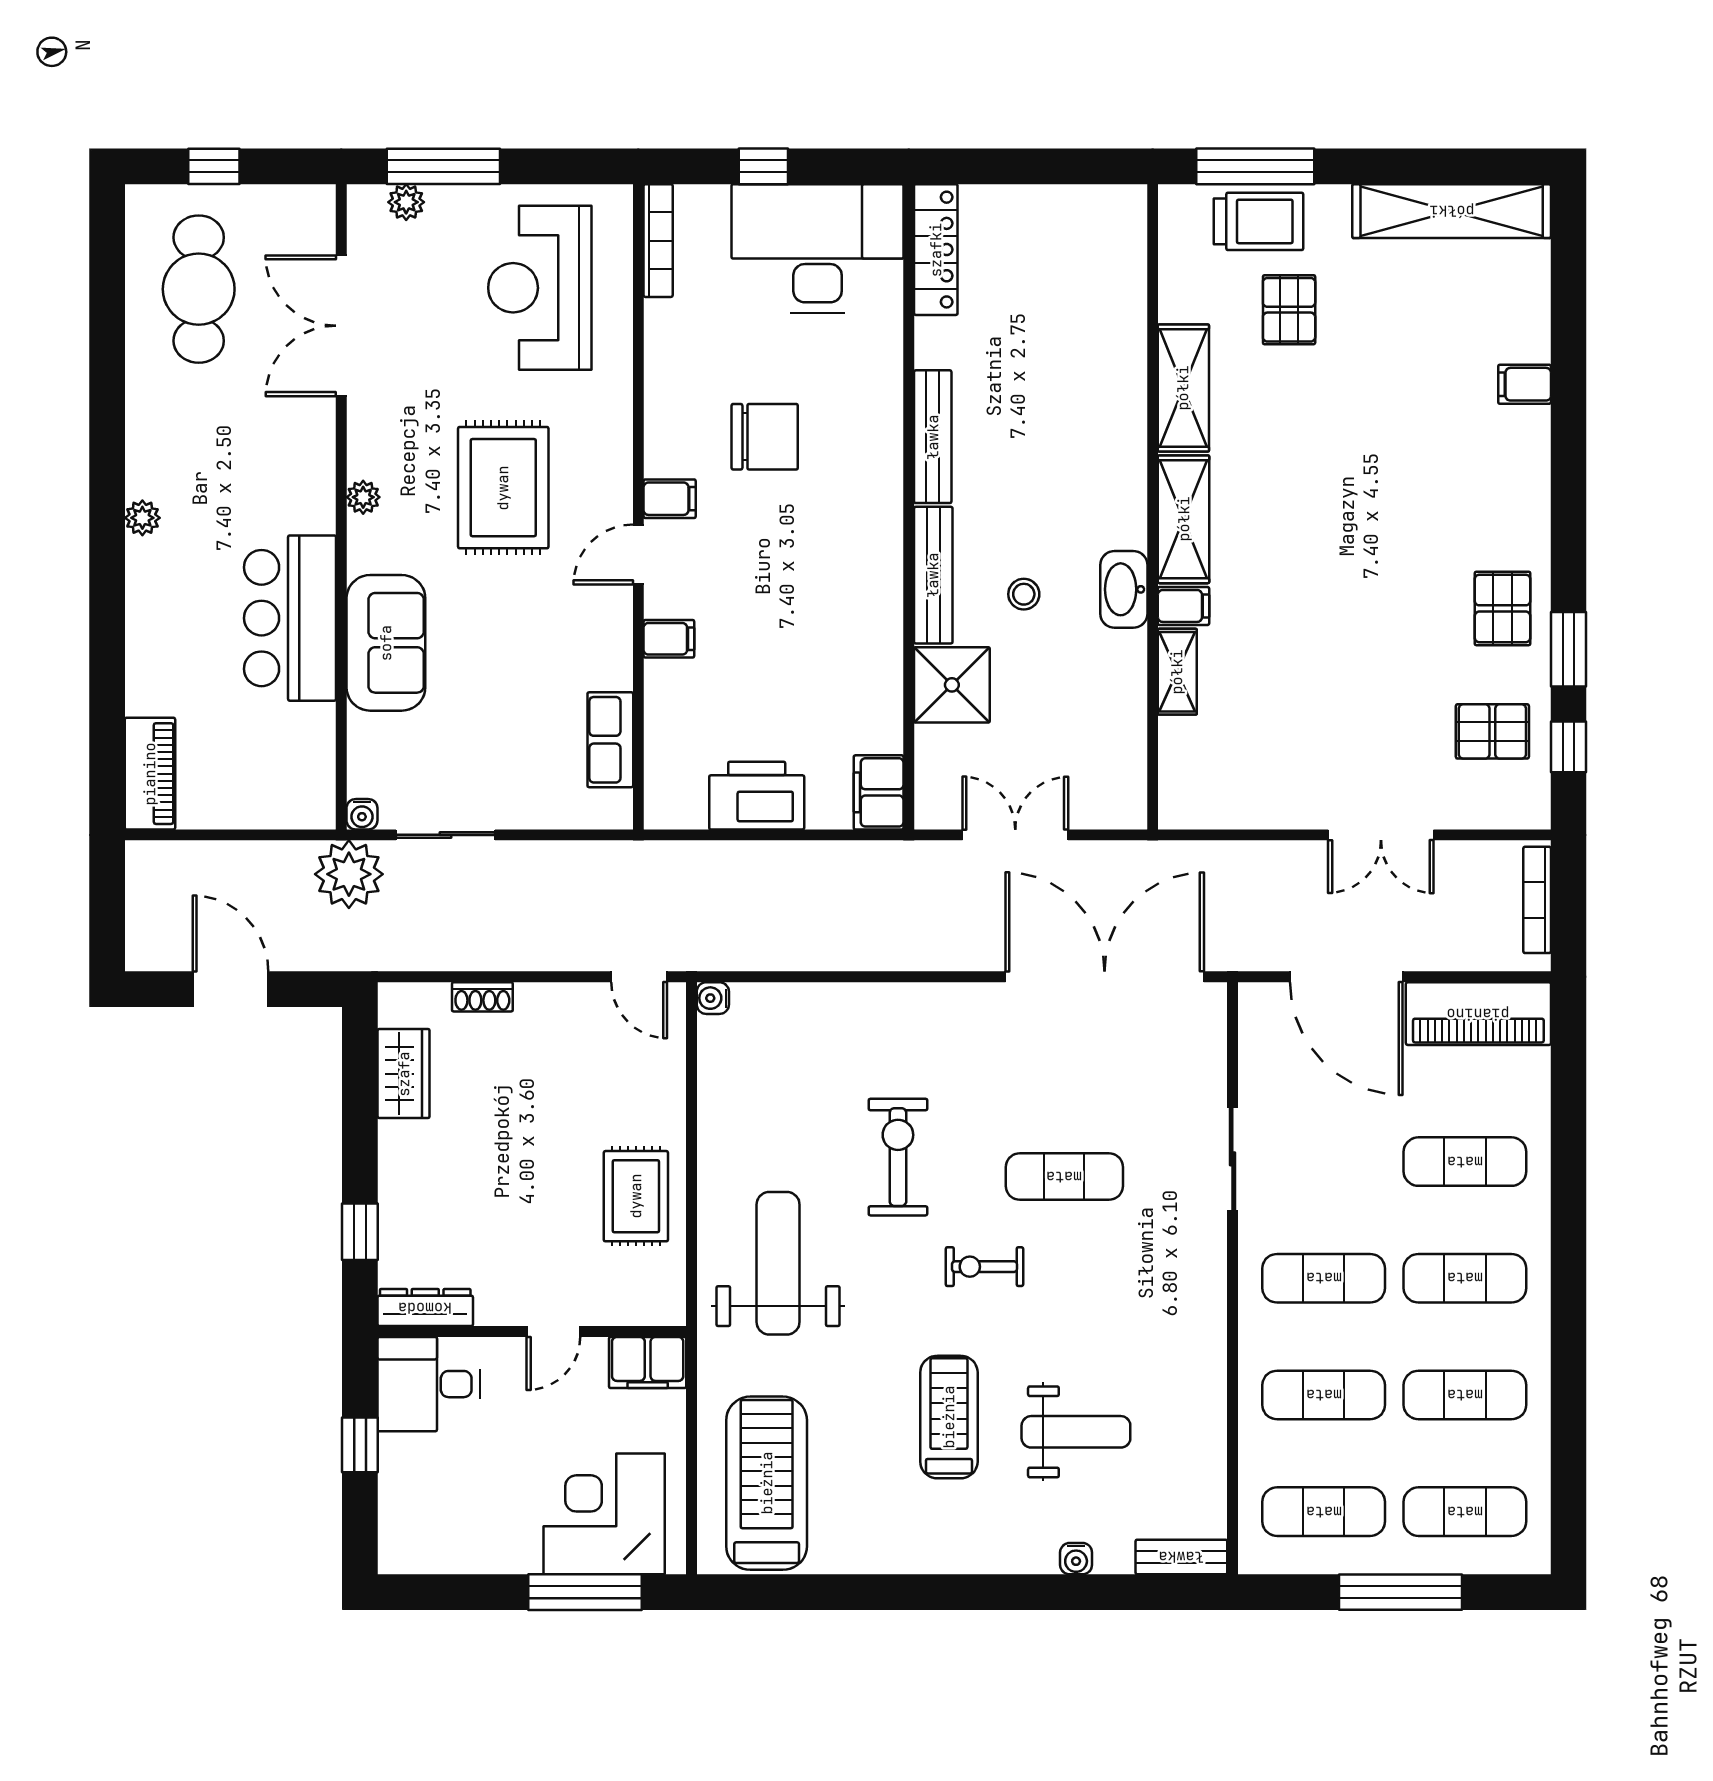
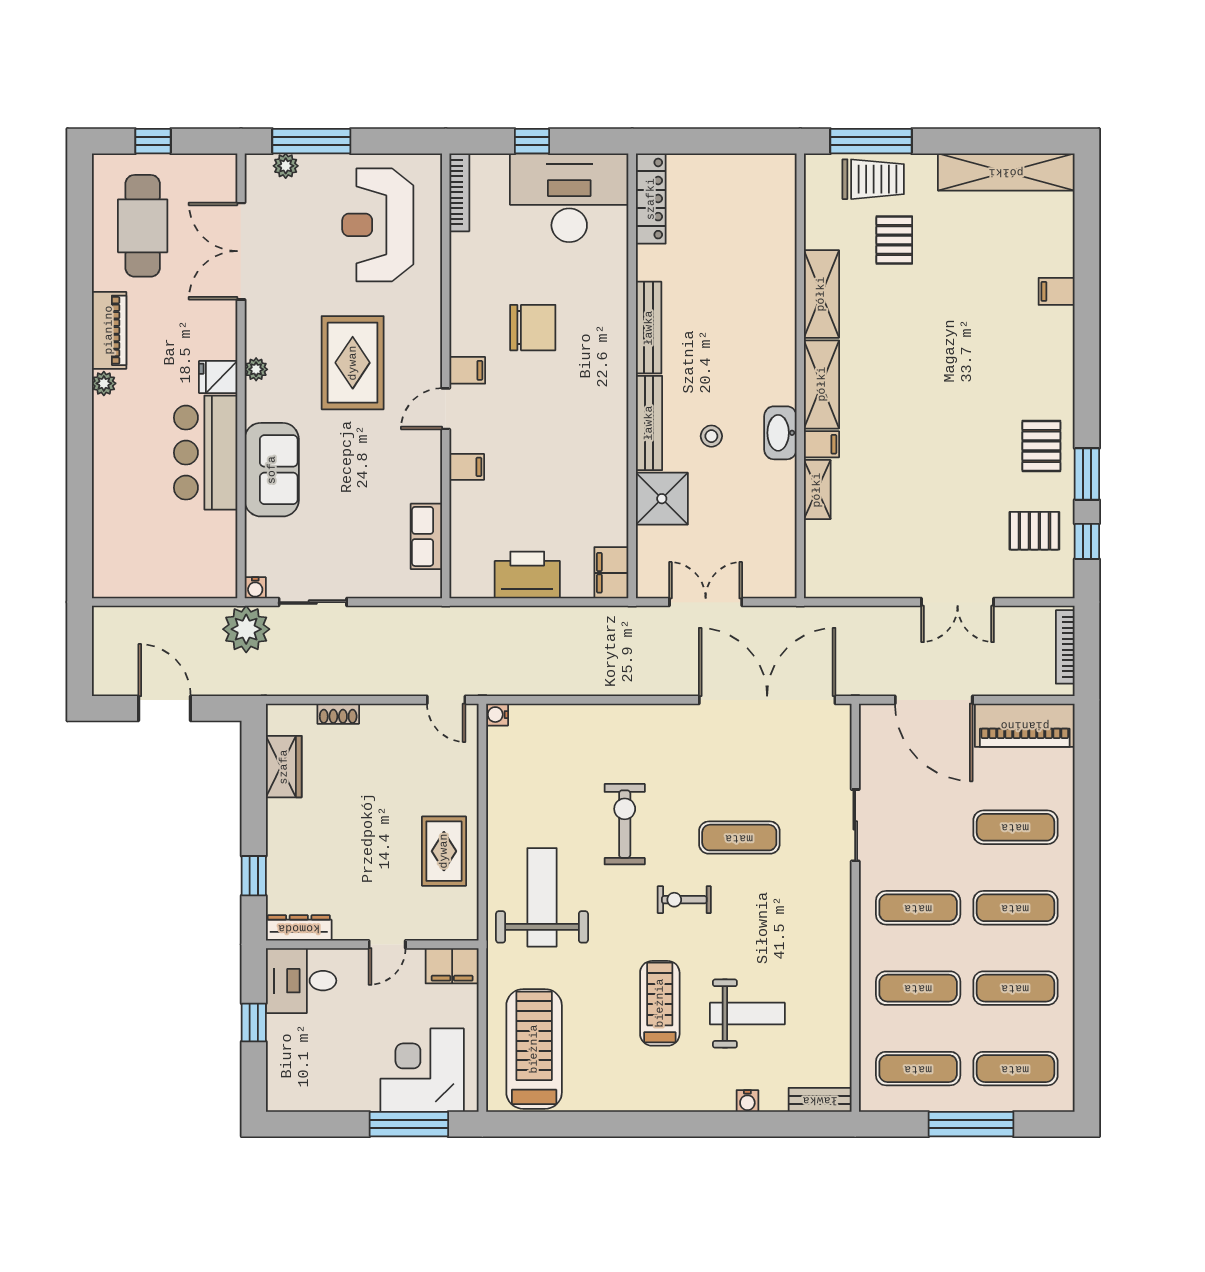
fridge: (308, 508) -> (218, 377), added
piano: (150, 774) -> (109, 330), moved

